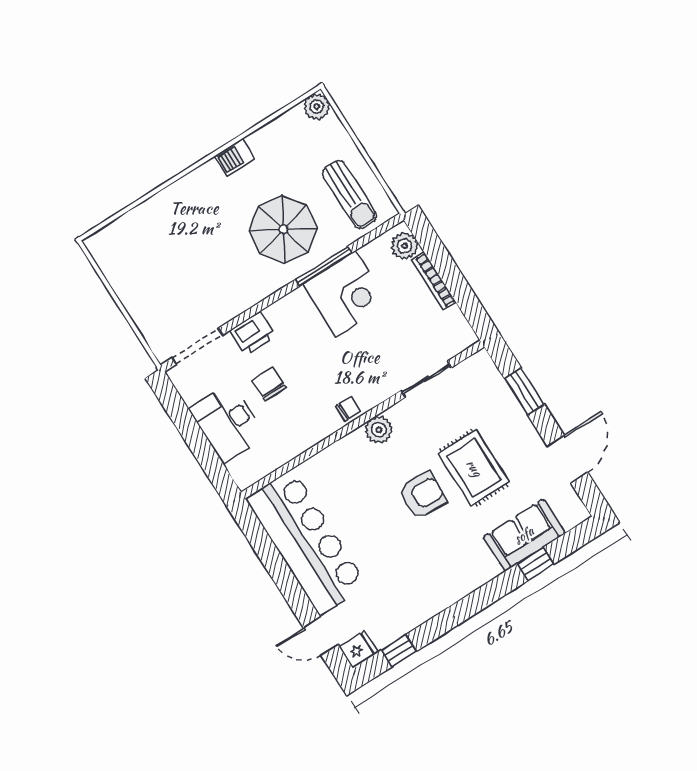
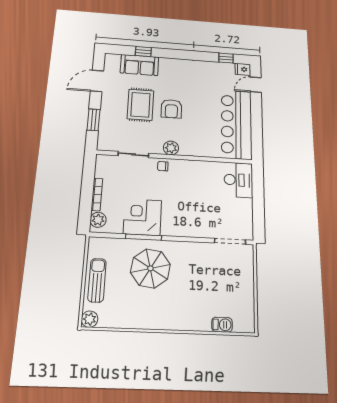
barbecue: (235, 157) -> (222, 325), moved
sun lounger: (350, 194) -> (97, 280), moved
printer: (253, 333) -> (199, 229), removed
chair: (269, 384) -> (208, 201), removed
chair: (348, 409) -> (163, 166), moved
desk: (228, 423) -> (238, 180), moved
armchair: (423, 495) -> (171, 109), turned -92
door: (321, 636) -> (256, 85), swing flipped

